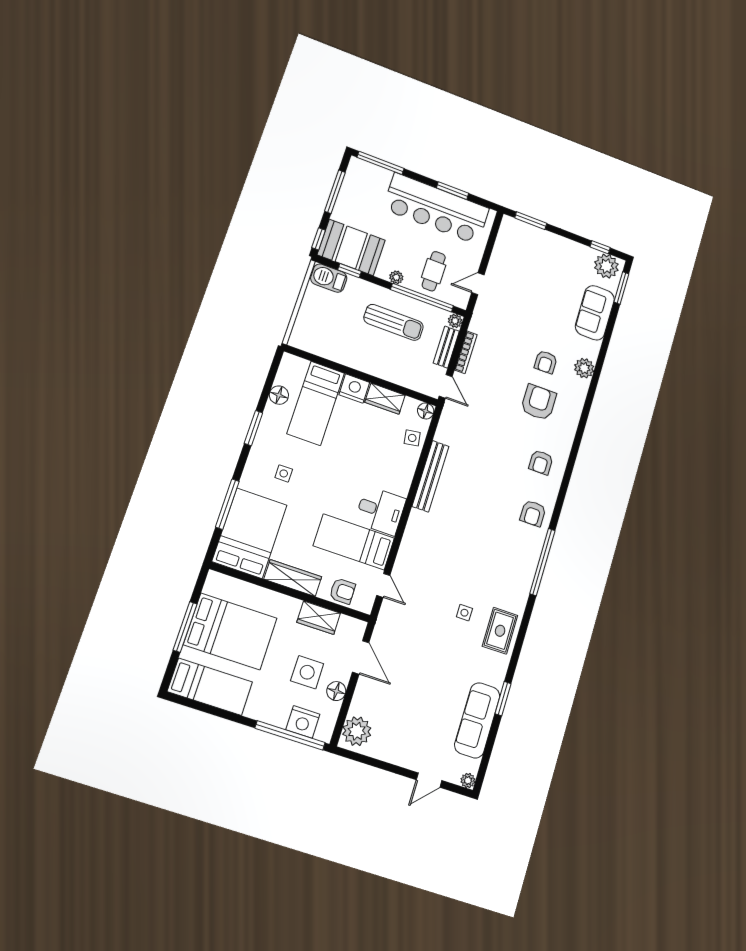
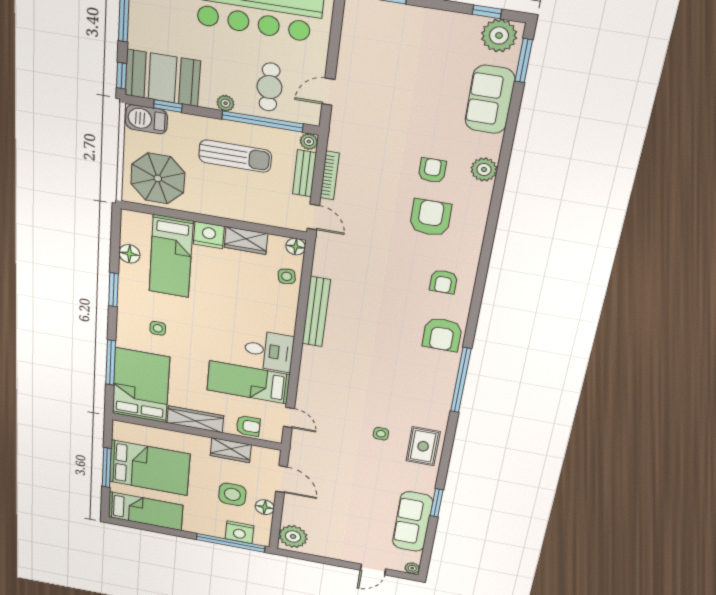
parasol: (324, 330) -> (158, 178), added
armchair: (546, 362) -> (432, 170), turned 180
armchair: (533, 513) -> (442, 335), width x1.38, depth x1.38

